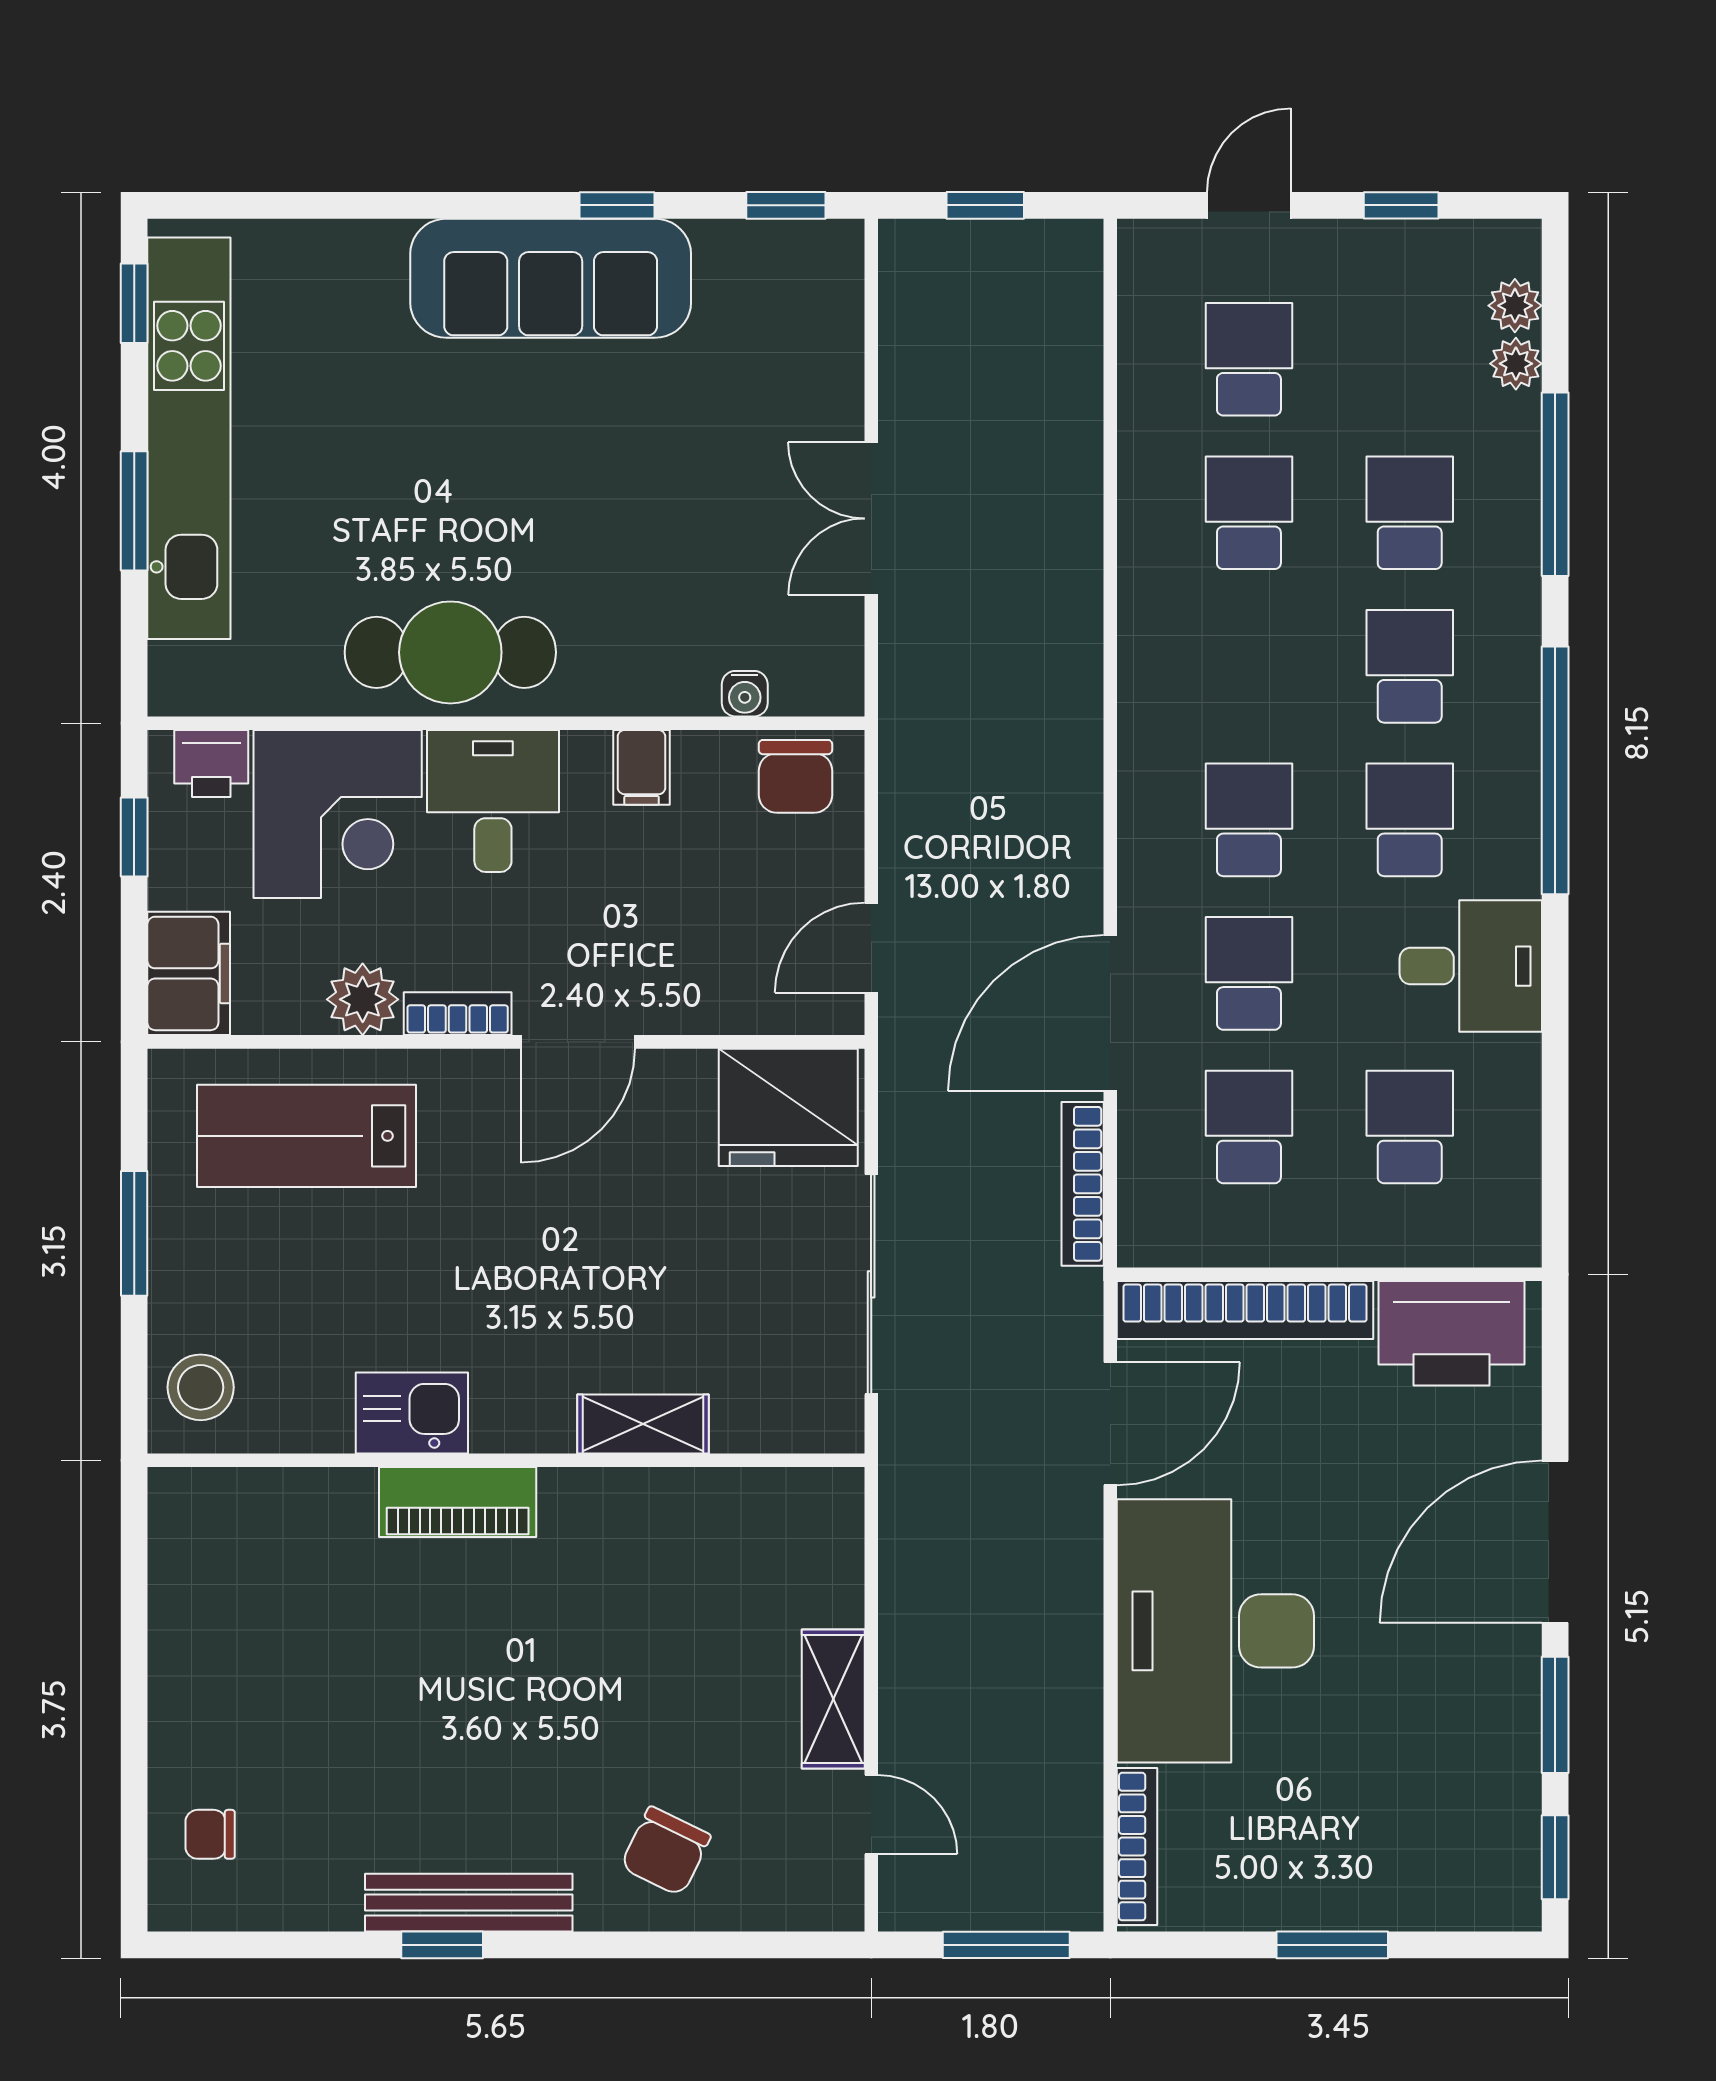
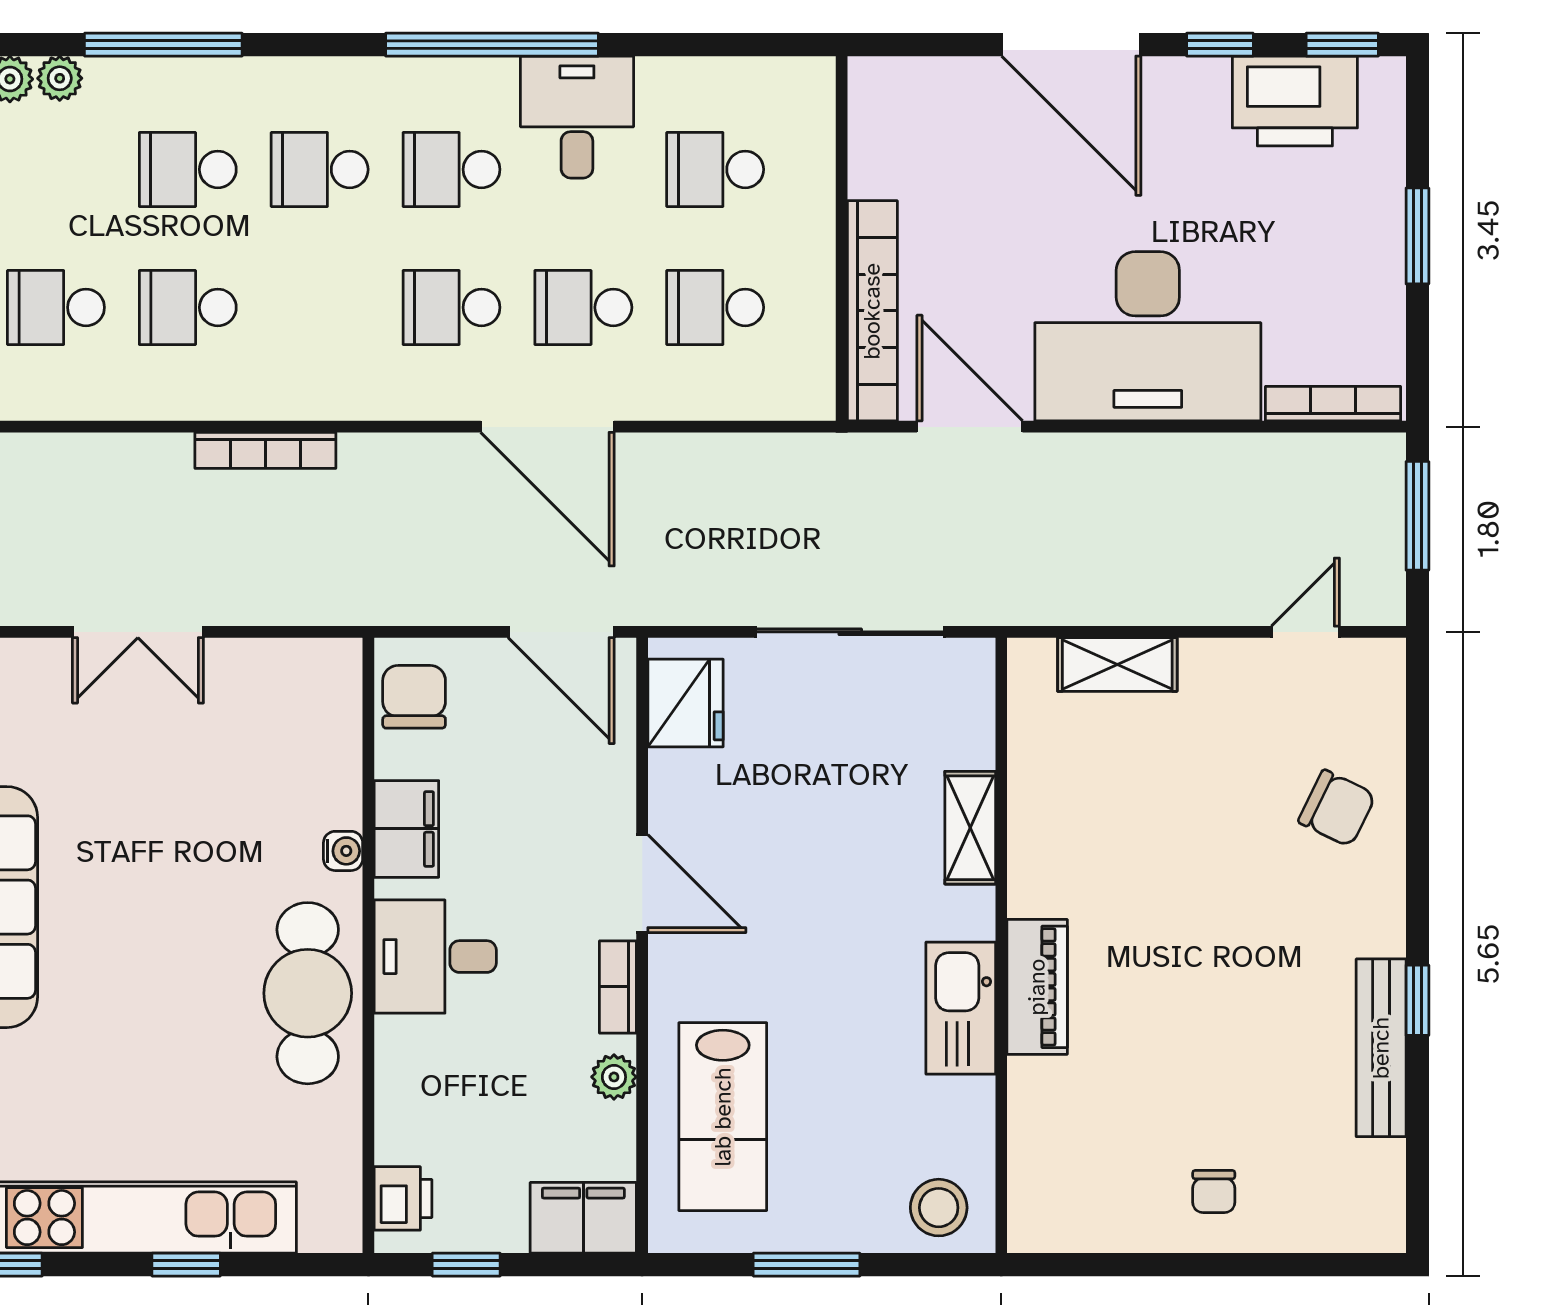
window: (134, 511) -> (186, 1265), width x0.67
double door: (871, 519) -> (138, 632), moved
water cooler: (745, 694) -> (343, 851), moved
filing cabinet: (642, 767) -> (406, 829), width x2.00
window: (1555, 770) -> (492, 45), moved
chair: (795, 776) -> (414, 697), turned -90
corner desk: (338, 814) -> (446, 1090), removed
door: (871, 948) -> (561, 632), width x1.37
plant: (363, 999) -> (614, 1077), width x0.73, depth x0.73
door: (1110, 1013) -> (547, 427), moved
fridge: (788, 1107) -> (686, 703), width x0.73, depth x0.75
bookcase: (1083, 1184) -> (265, 450), moved
printer: (1451, 1333) -> (1295, 101), moved, turned 90
kitchen sink: (412, 1413) -> (961, 1008), width x1.38
shelving: (833, 1699) -> (1117, 664), moved
window: (1555, 1715) -> (1220, 45), width x0.67
chair: (210, 1834) -> (1214, 1191), moved
bench: (469, 1903) -> (1381, 1048), moved

